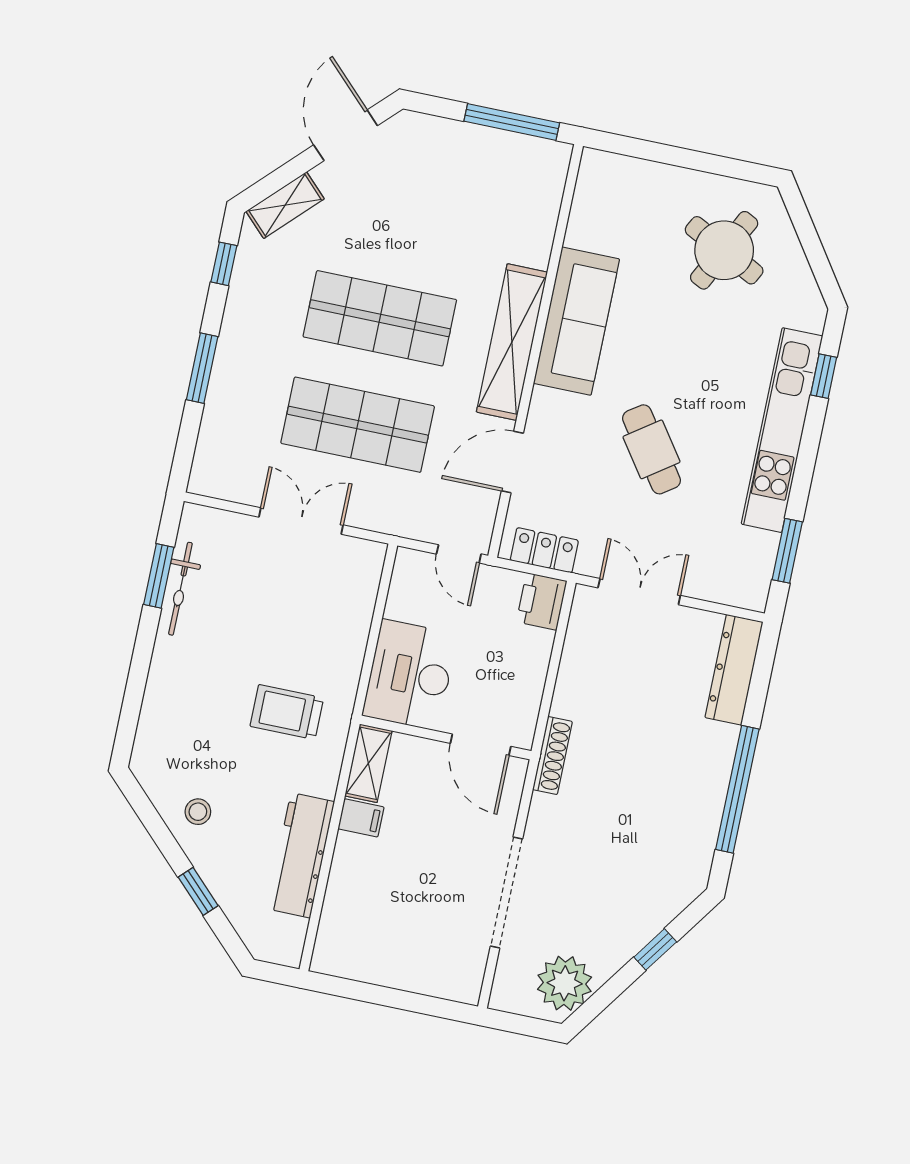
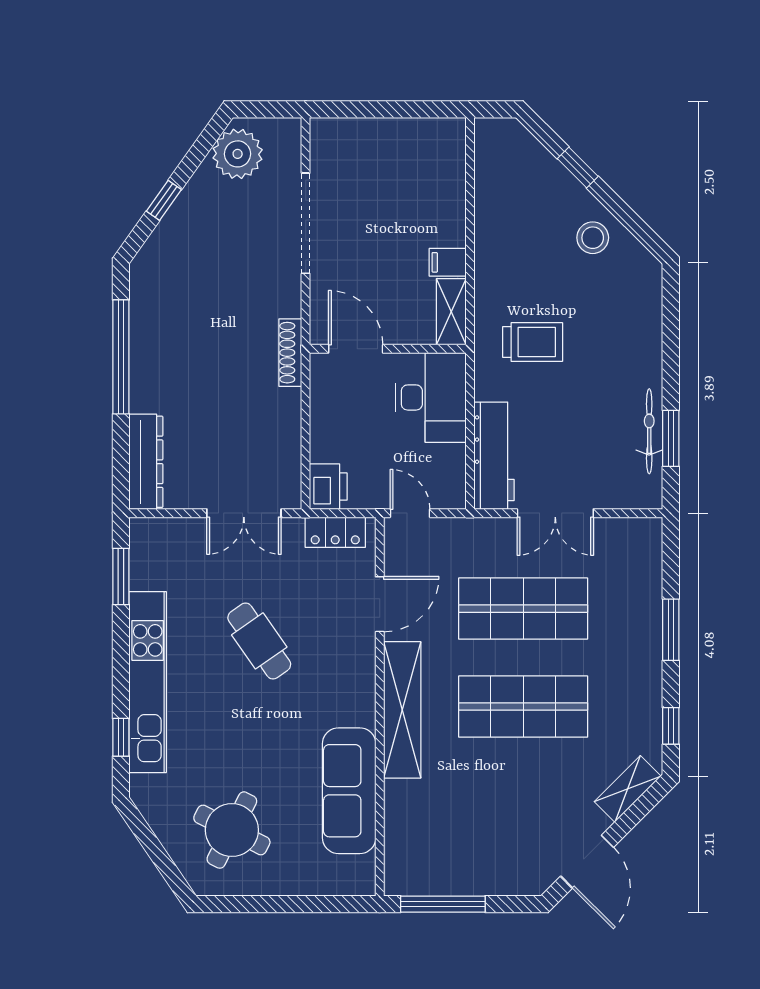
sofa: (576, 321) -> (349, 791), moved
stool: (198, 812) -> (593, 238), width x1.37, depth x1.37
workbench: (301, 855) -> (494, 456), moved

